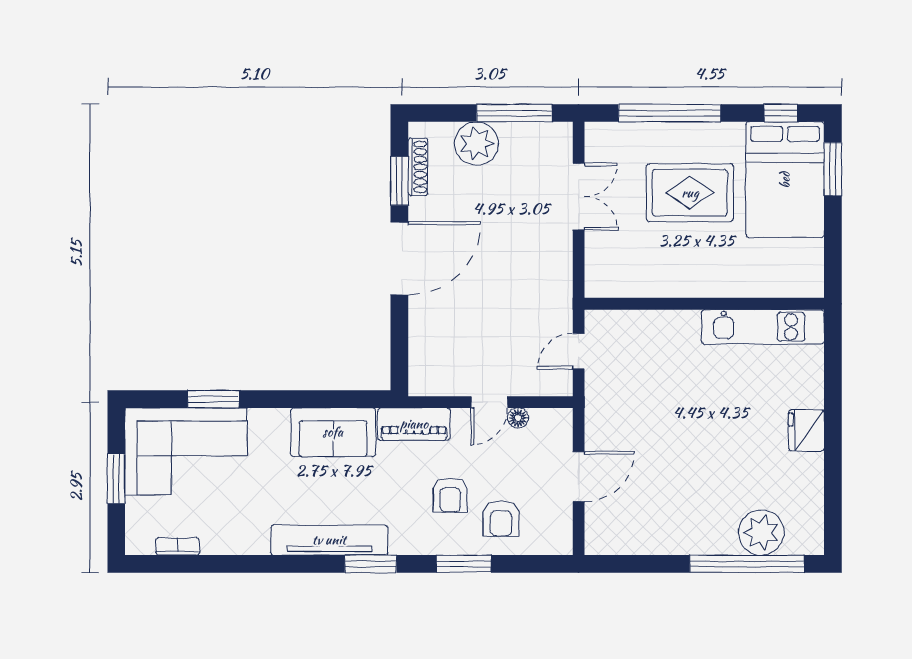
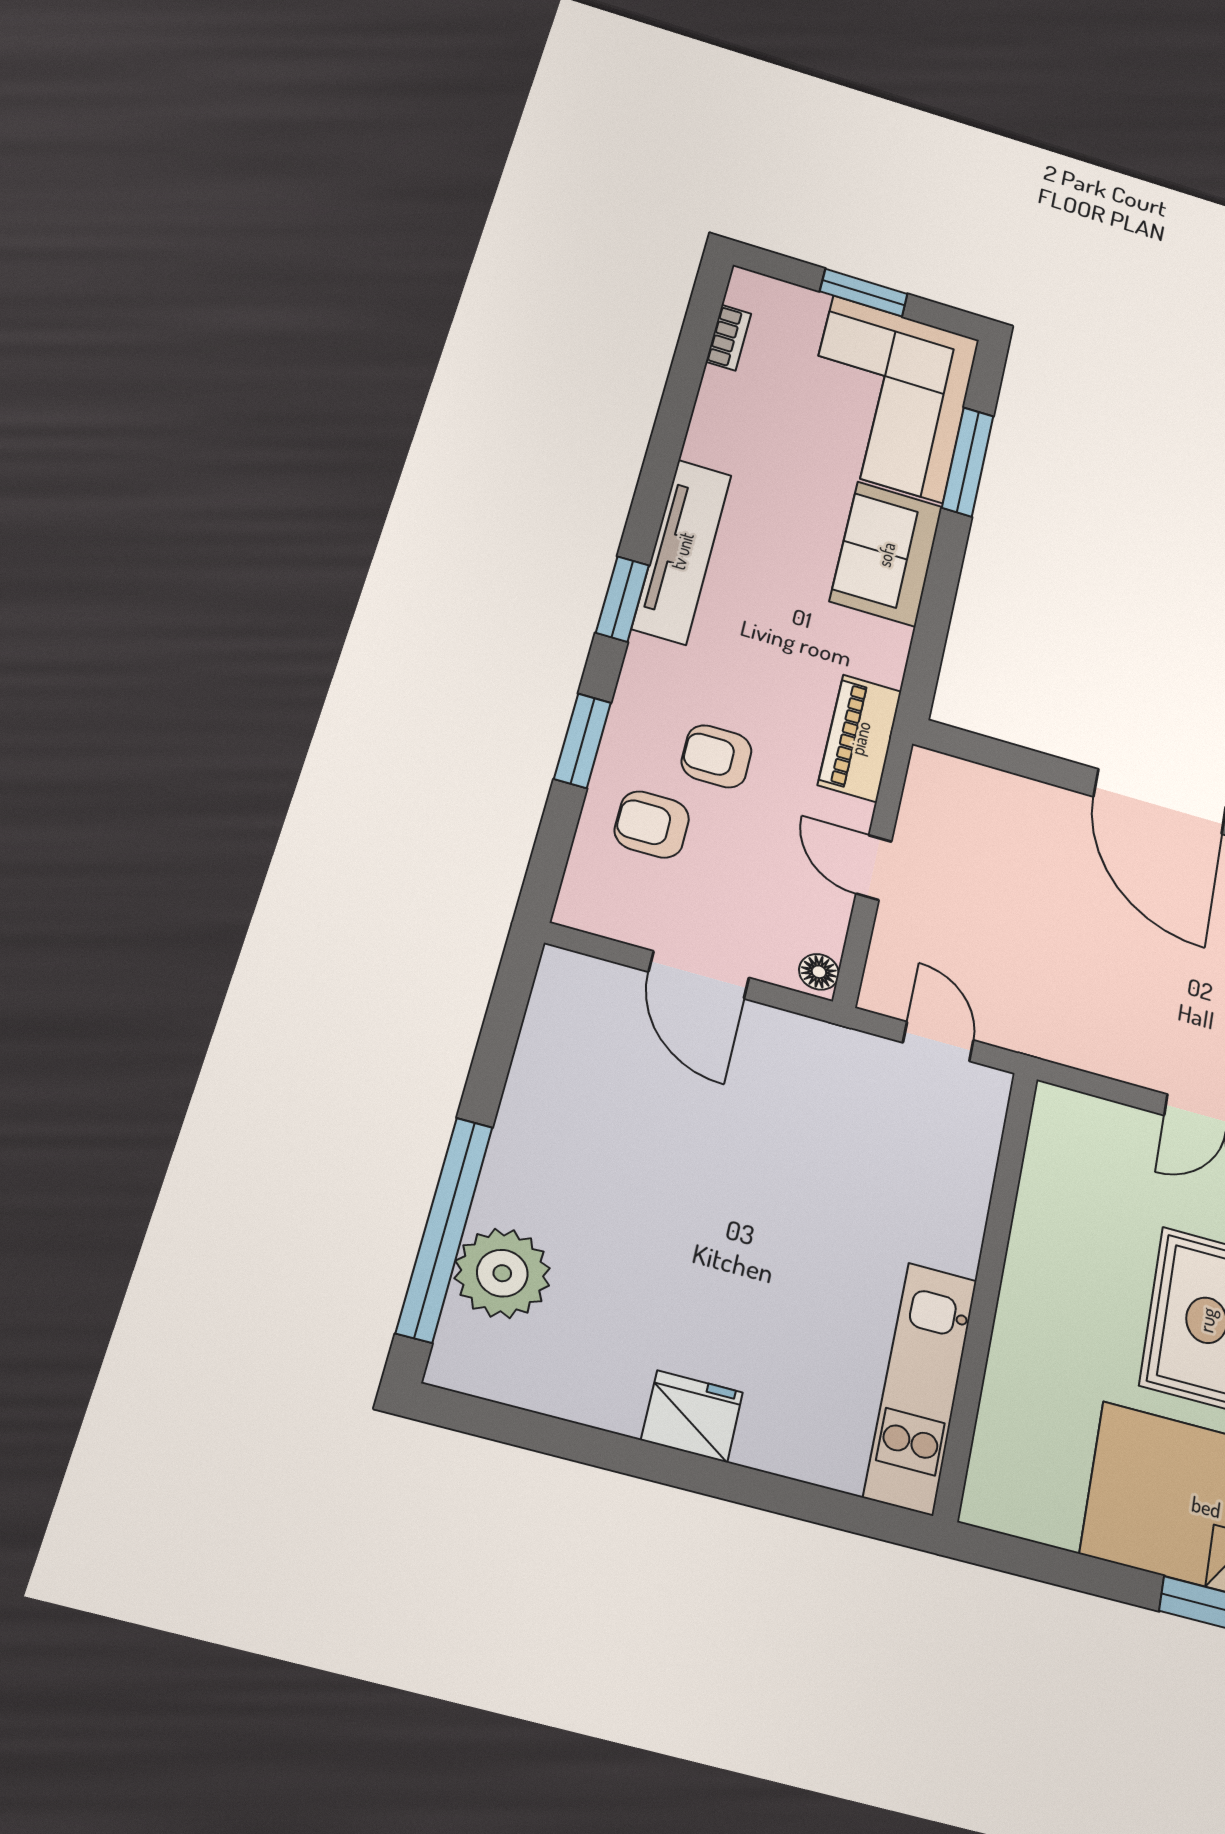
window: (213, 399) -> (968, 462), width x1.44
floor lamp: (518, 418) -> (819, 972), moved
sofa: (333, 432) -> (886, 554), moved

